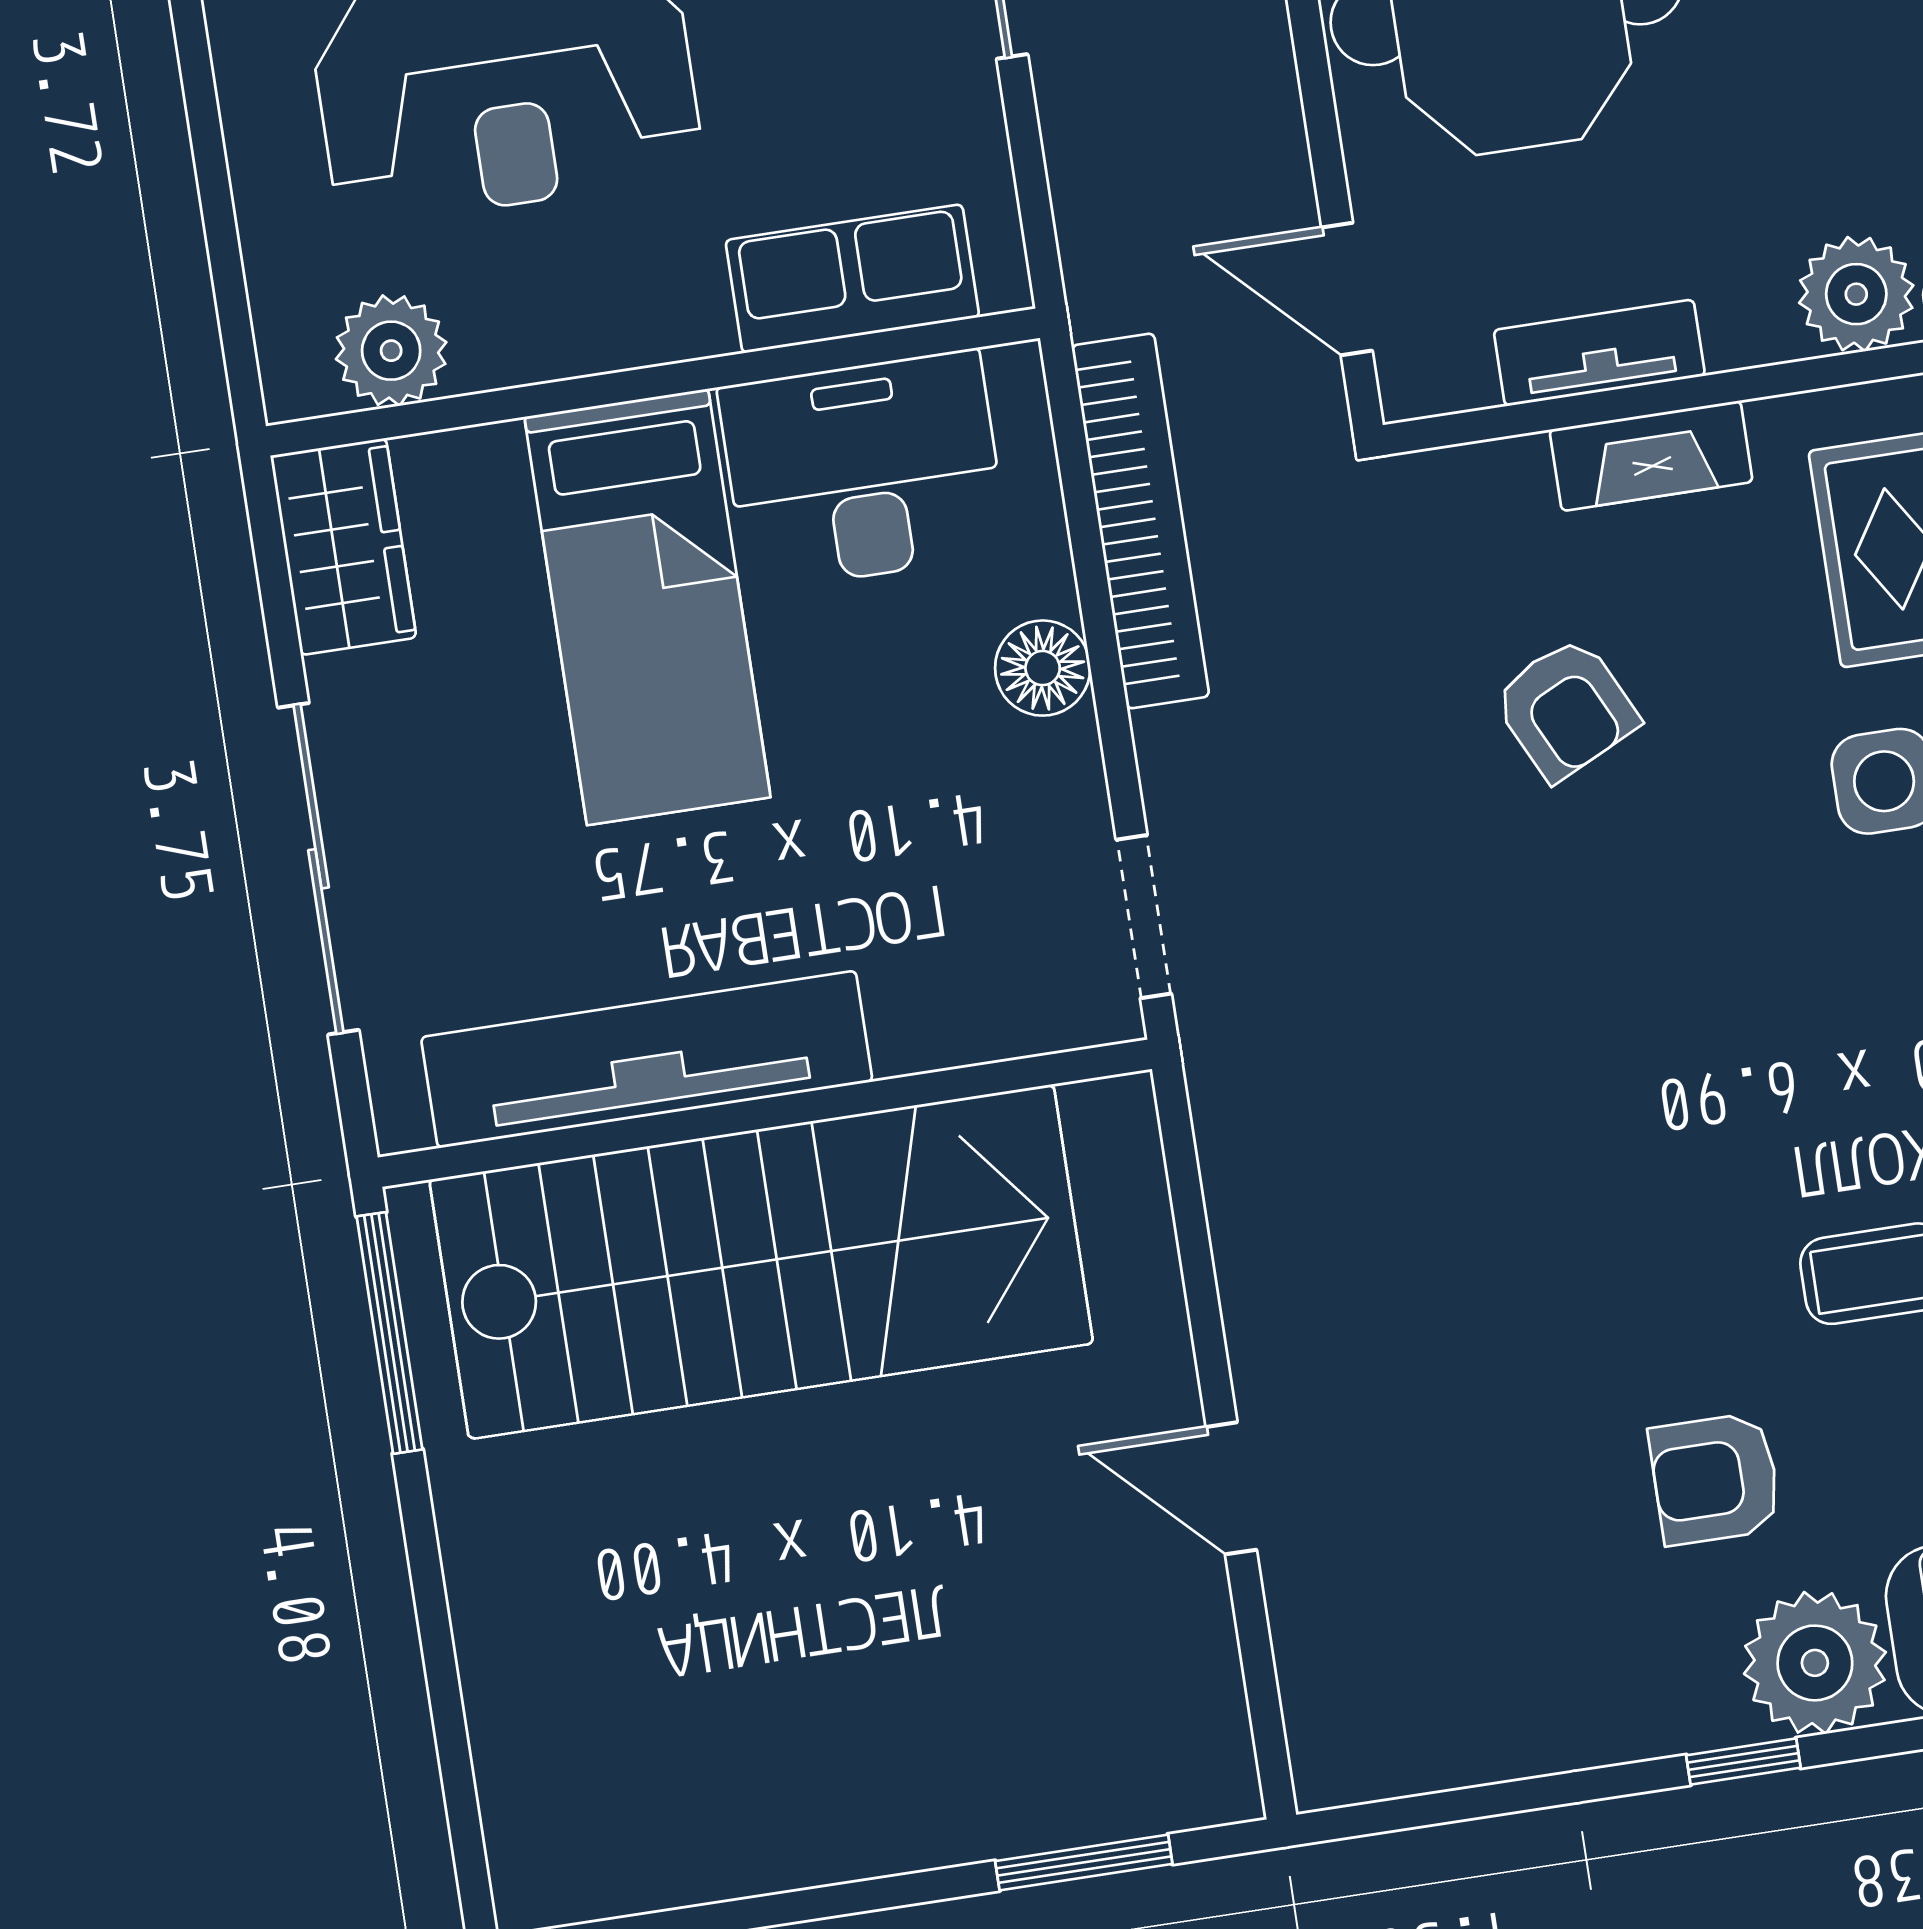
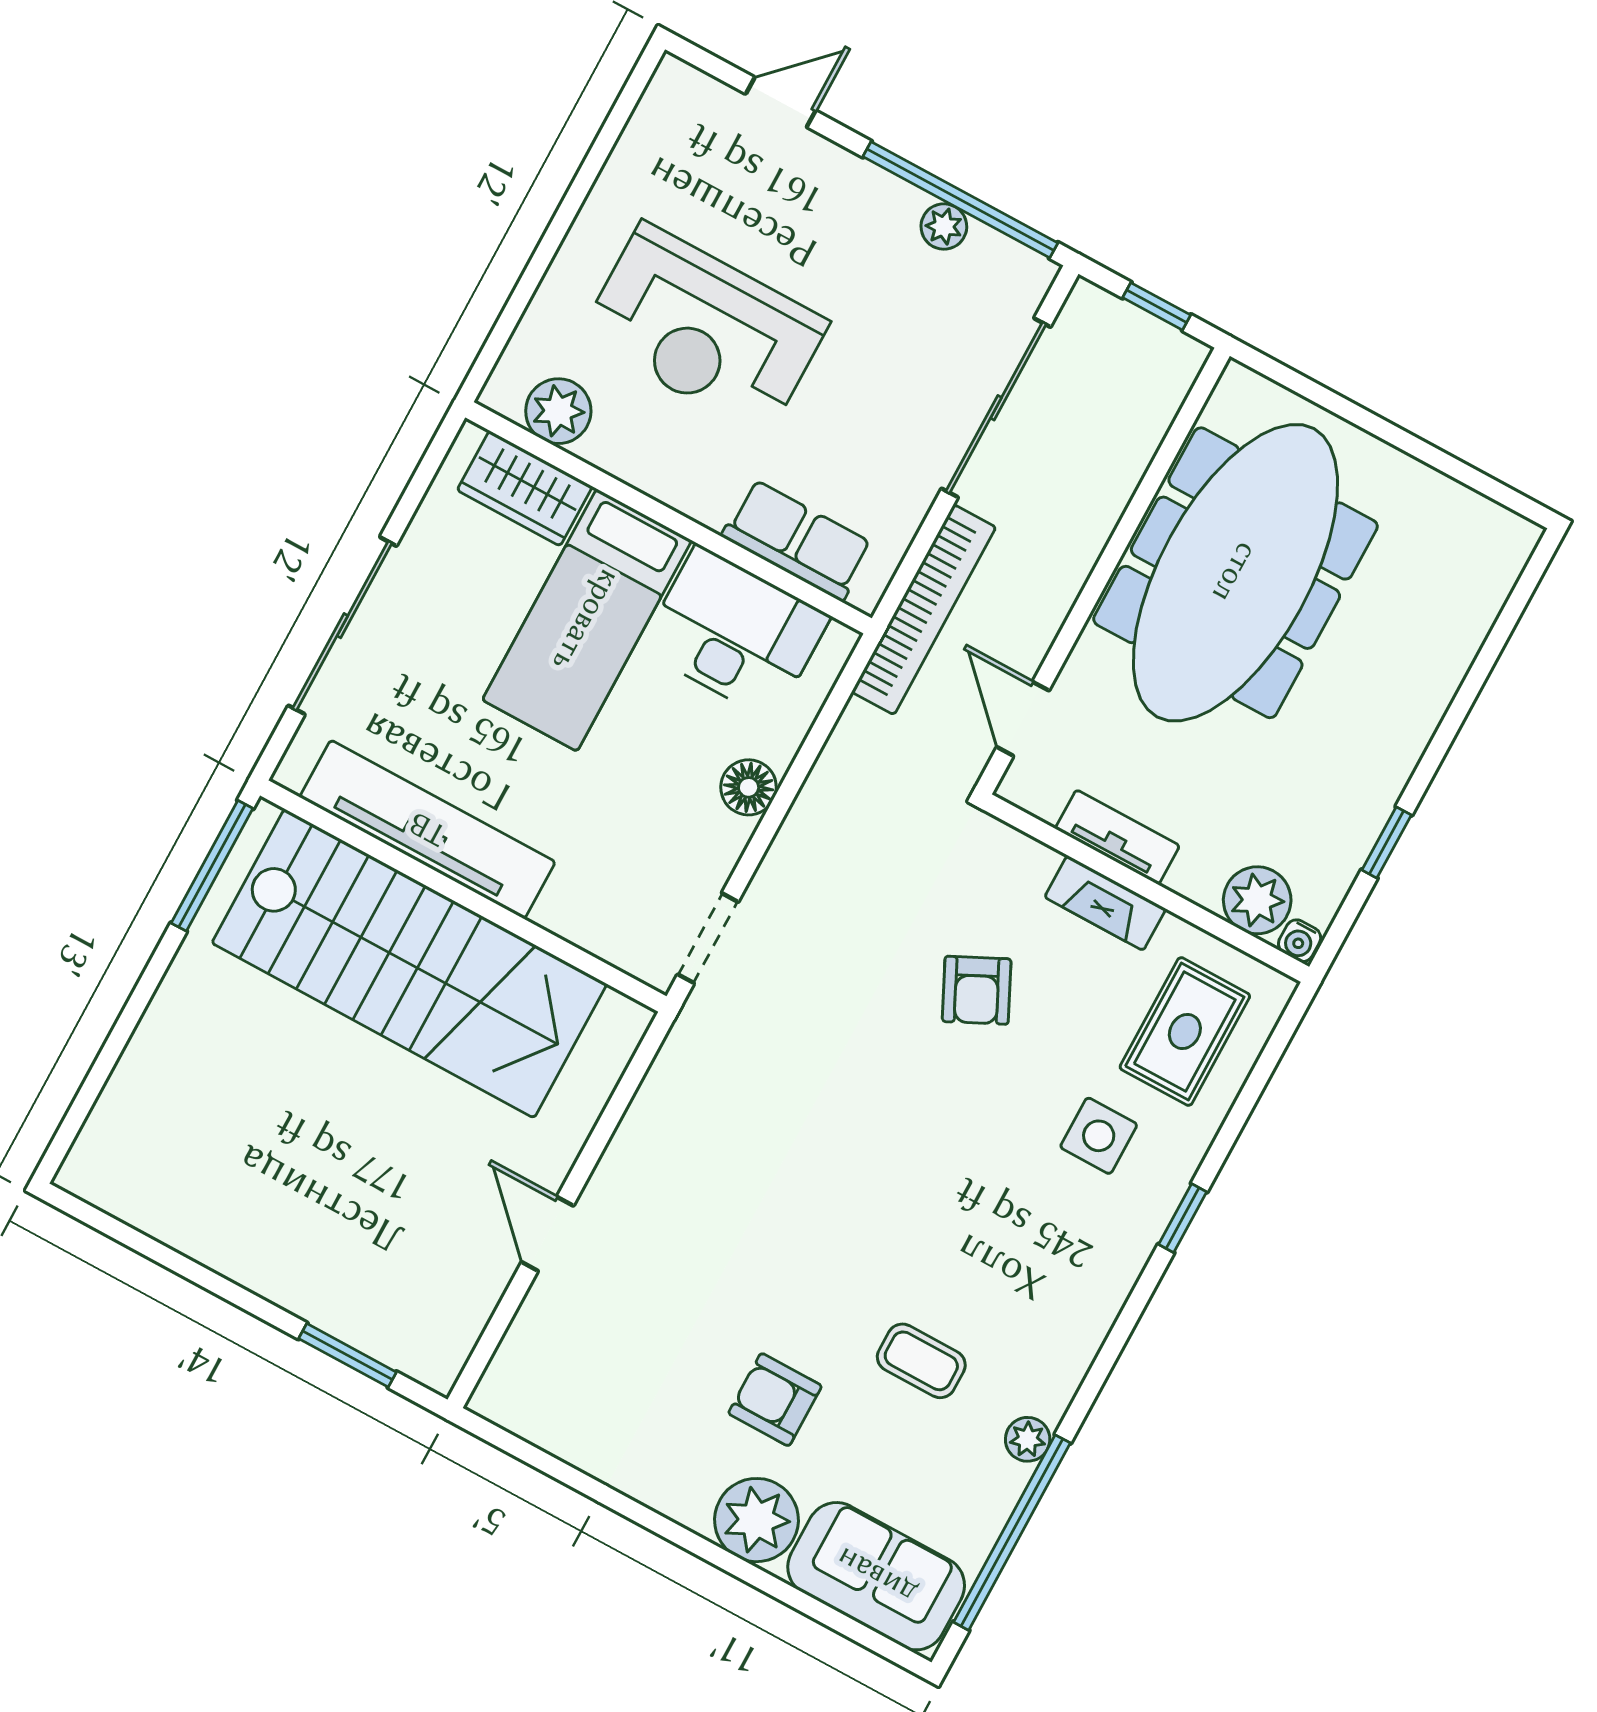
bookcase: (1140, 521) -> (924, 610), moved
wardrobe: (343, 547) -> (525, 488), moved, turned 90
window: (1743, 1761) -> (689, 1541), removed

